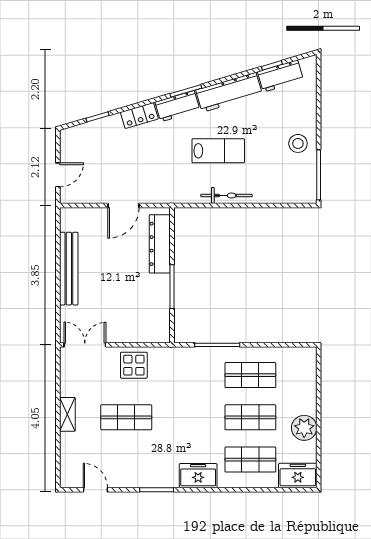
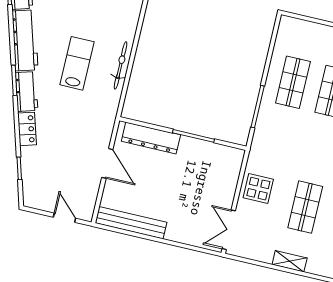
bench: (69, 269) -> (131, 223), moved

